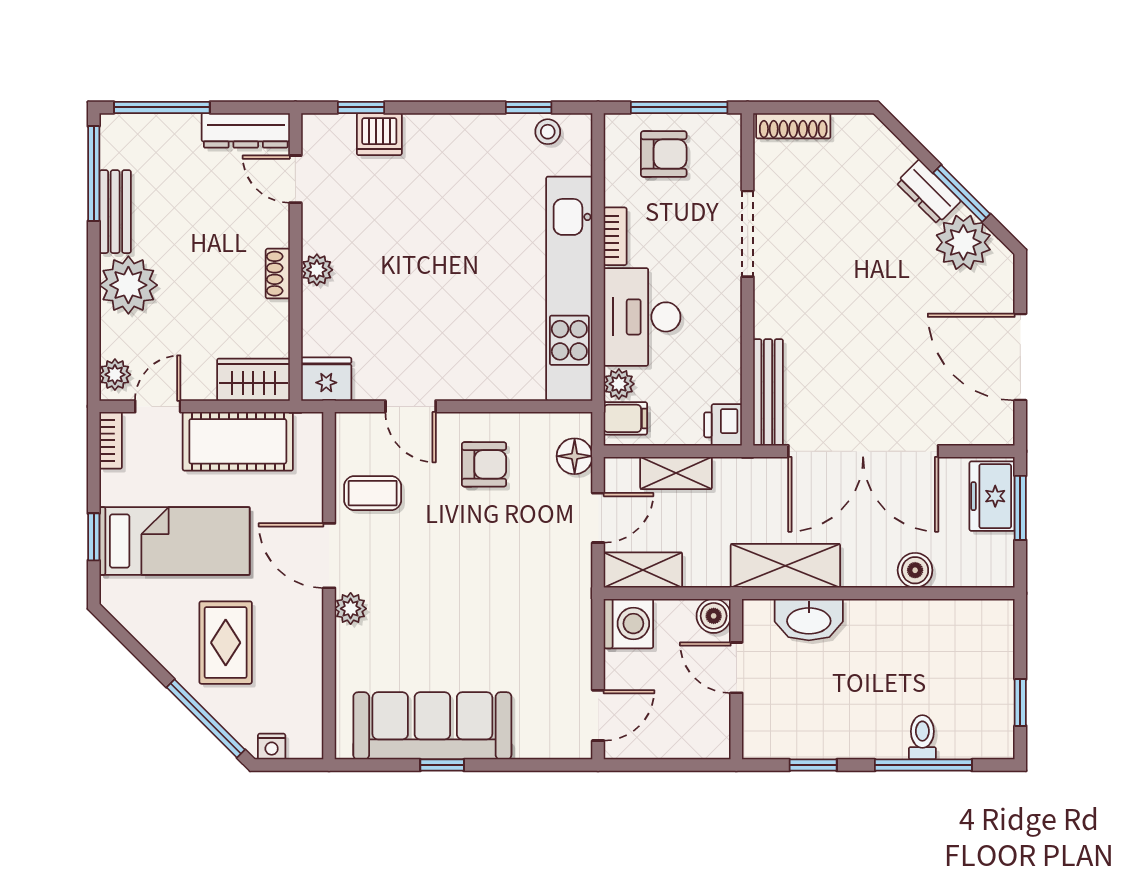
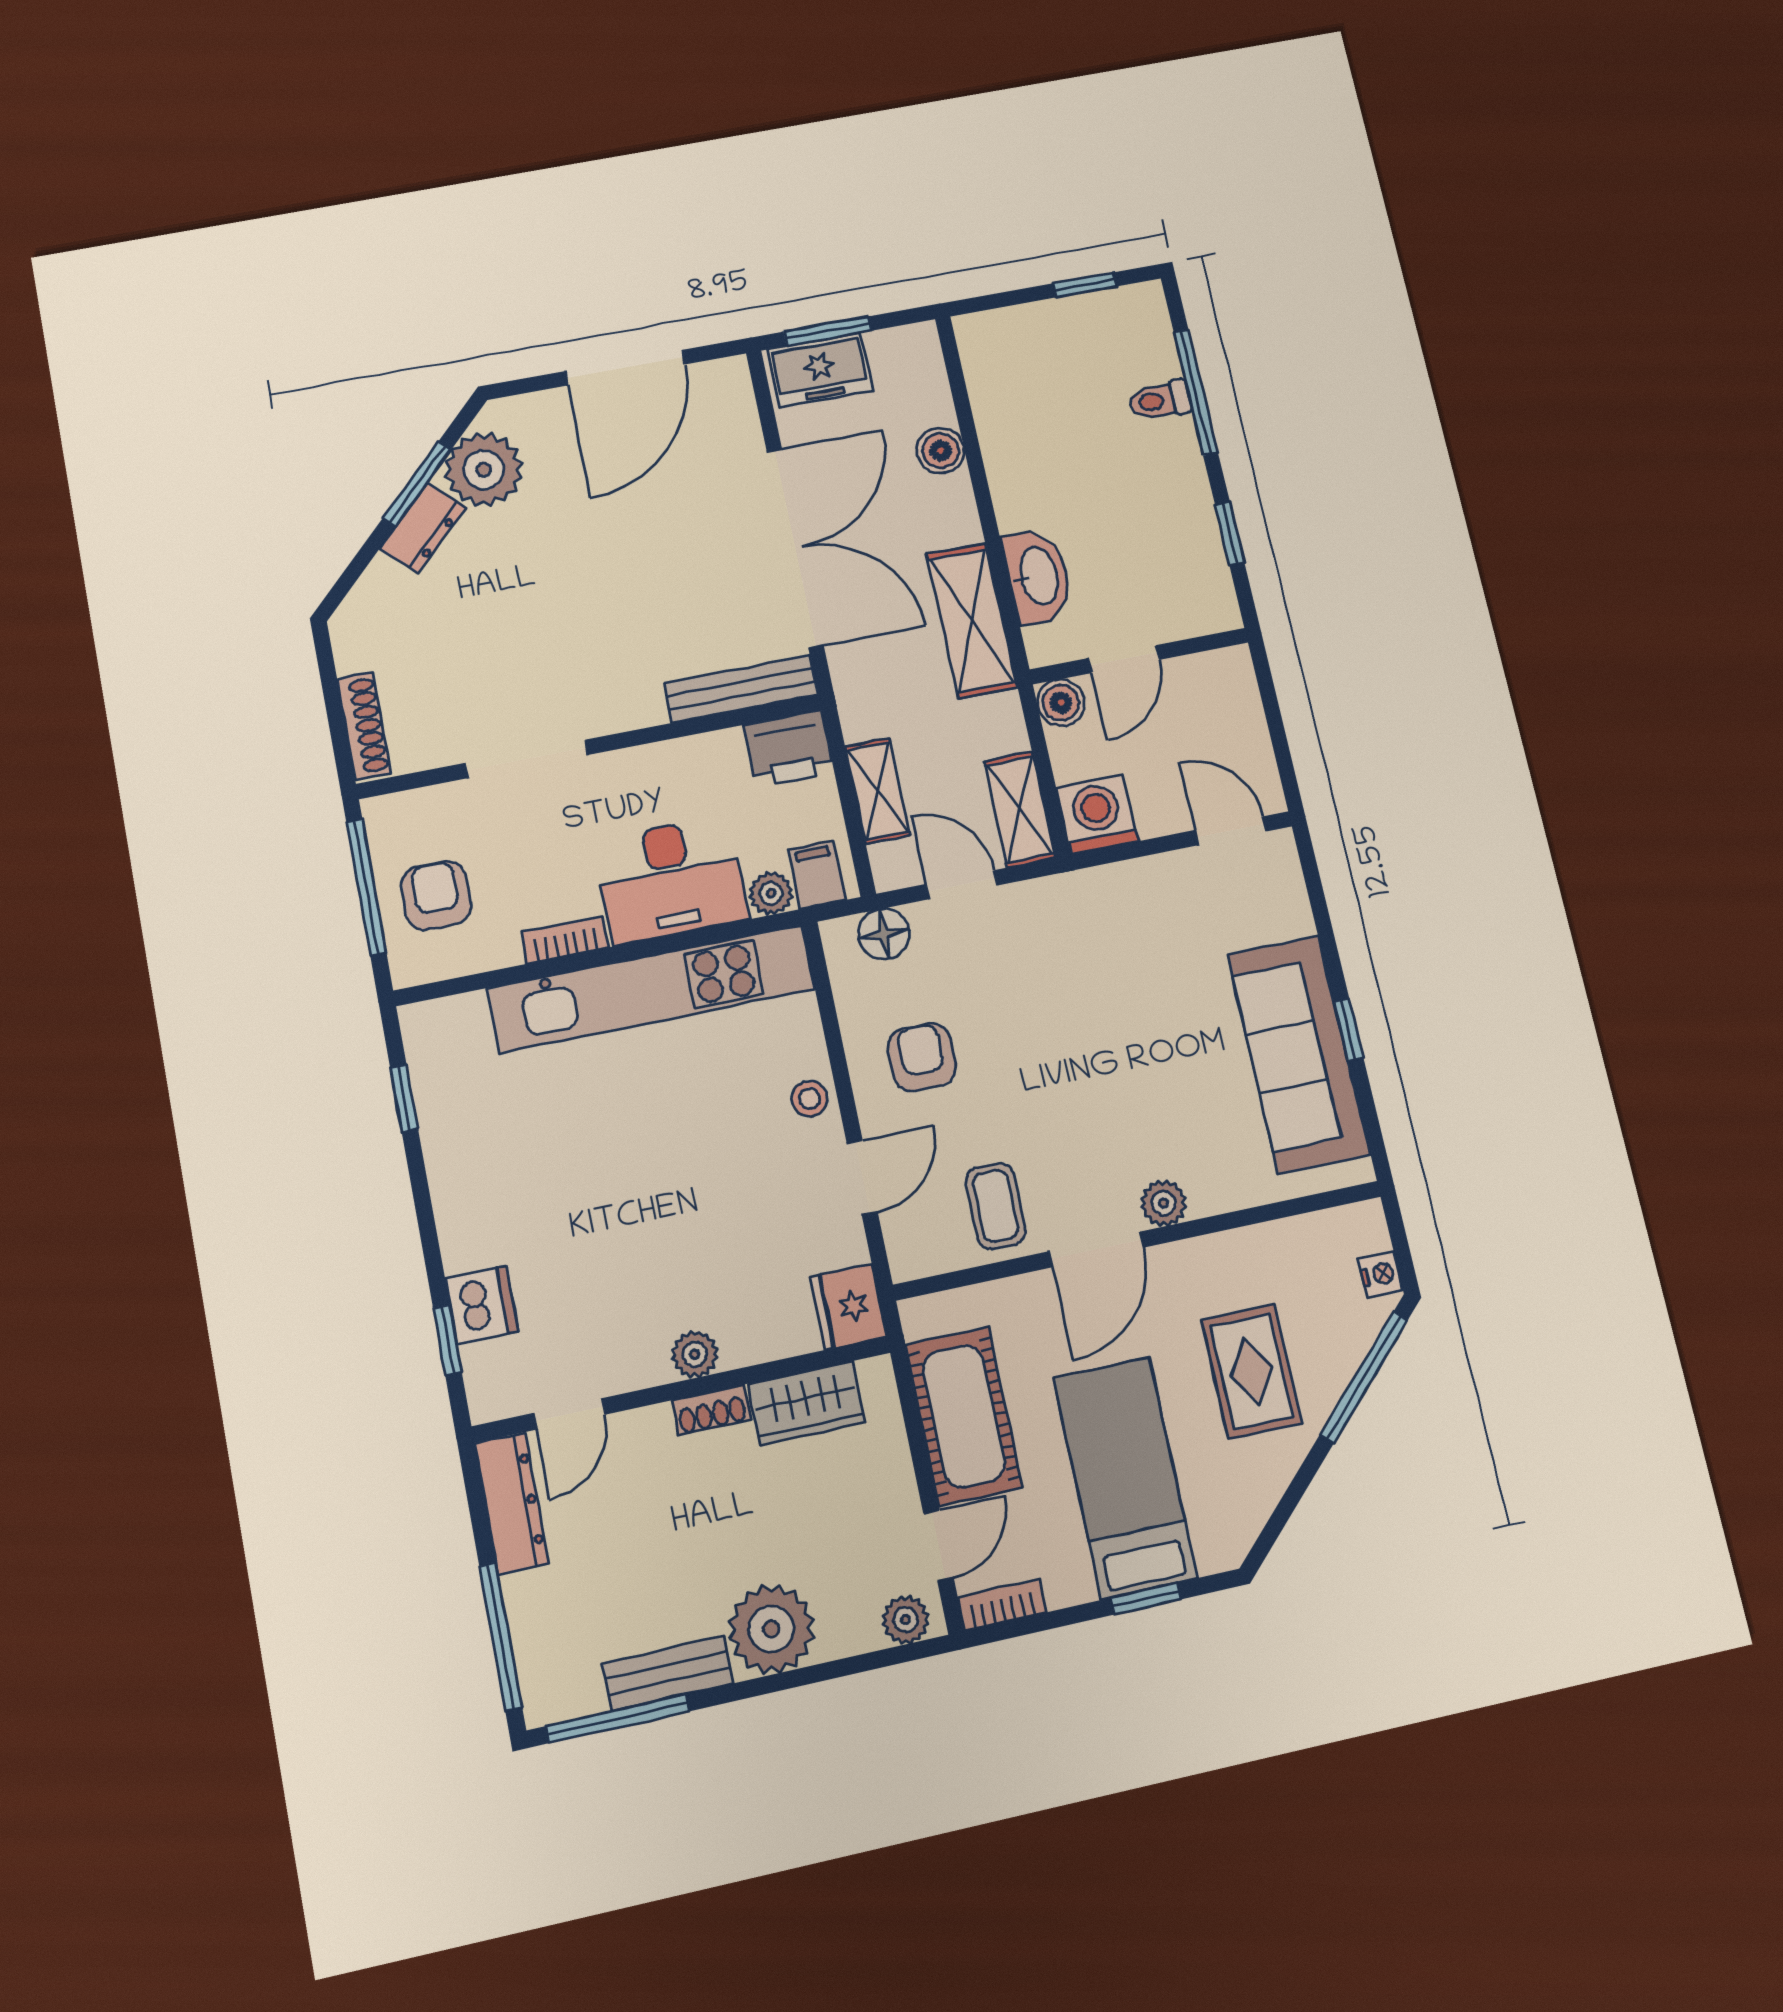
stool: (548, 132) -> (810, 1099), moved
wardrobe: (253, 380) -> (807, 1403), moved, turned -90
door: (158, 406) -> (938, 1546), swing flipped
printer: (723, 425) -> (789, 749), width x1.36, depth x1.24
rug: (226, 643) -> (1252, 1372), turned 90

